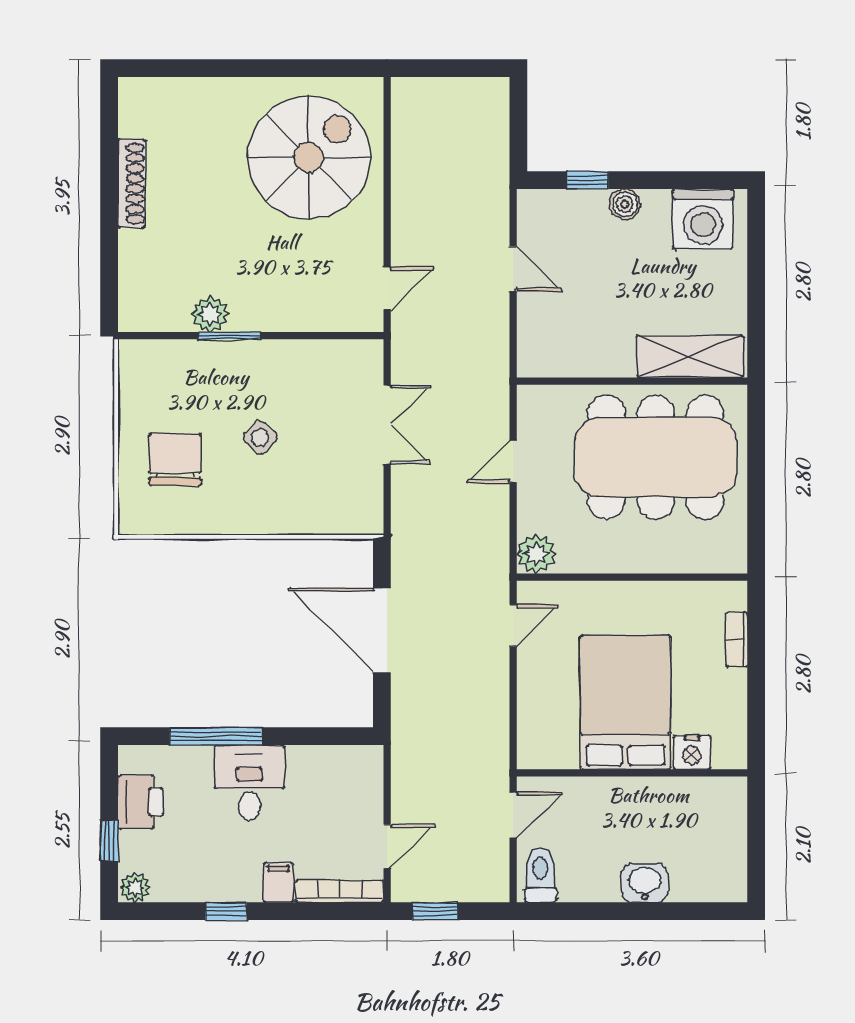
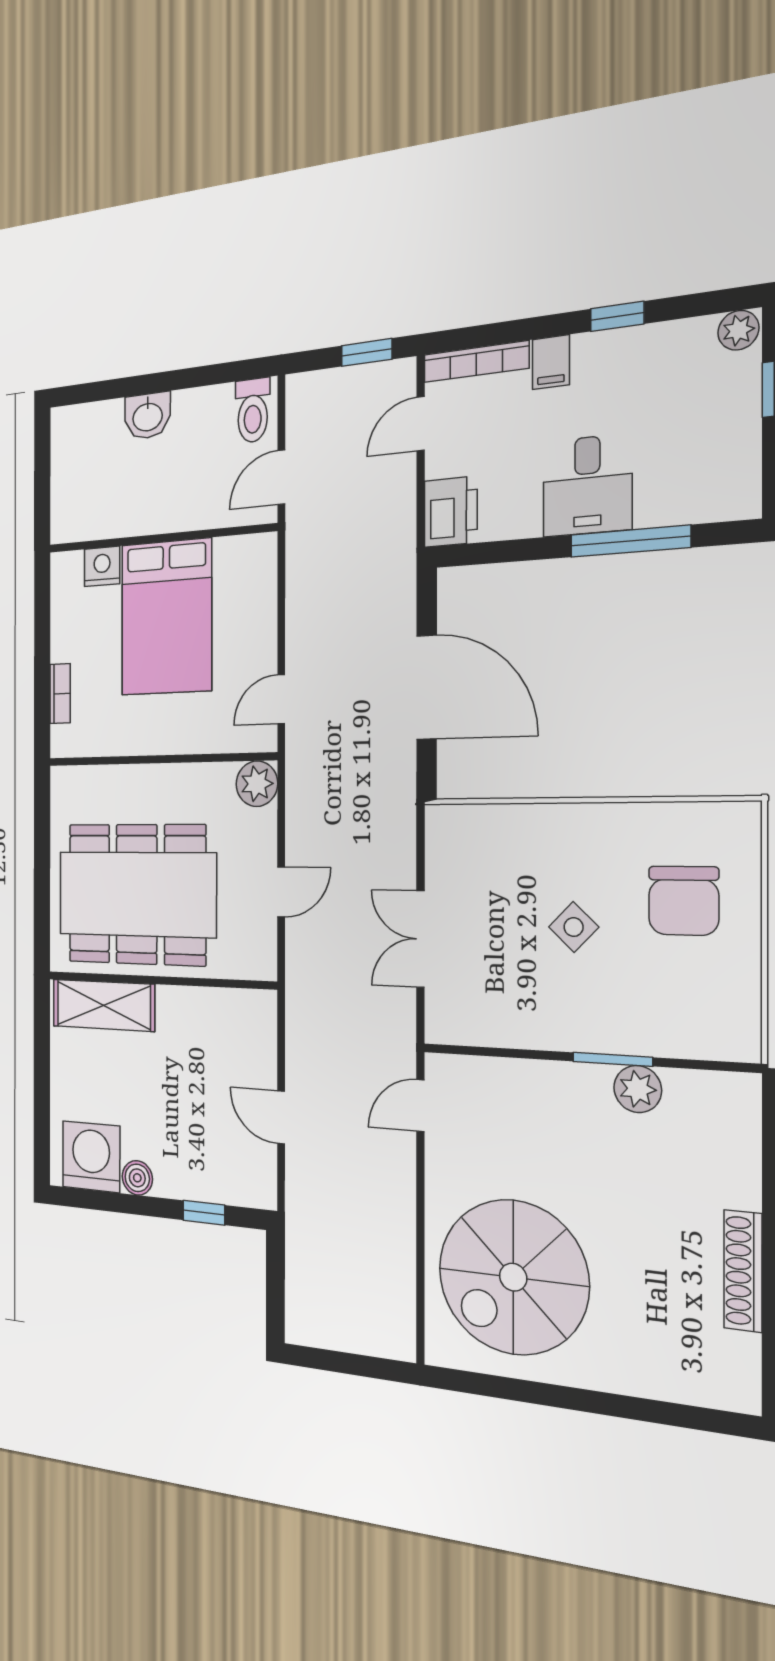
boiler: (625, 204) -> (137, 1178), moved
printer: (140, 802) -> (451, 512), moved, turned 180

